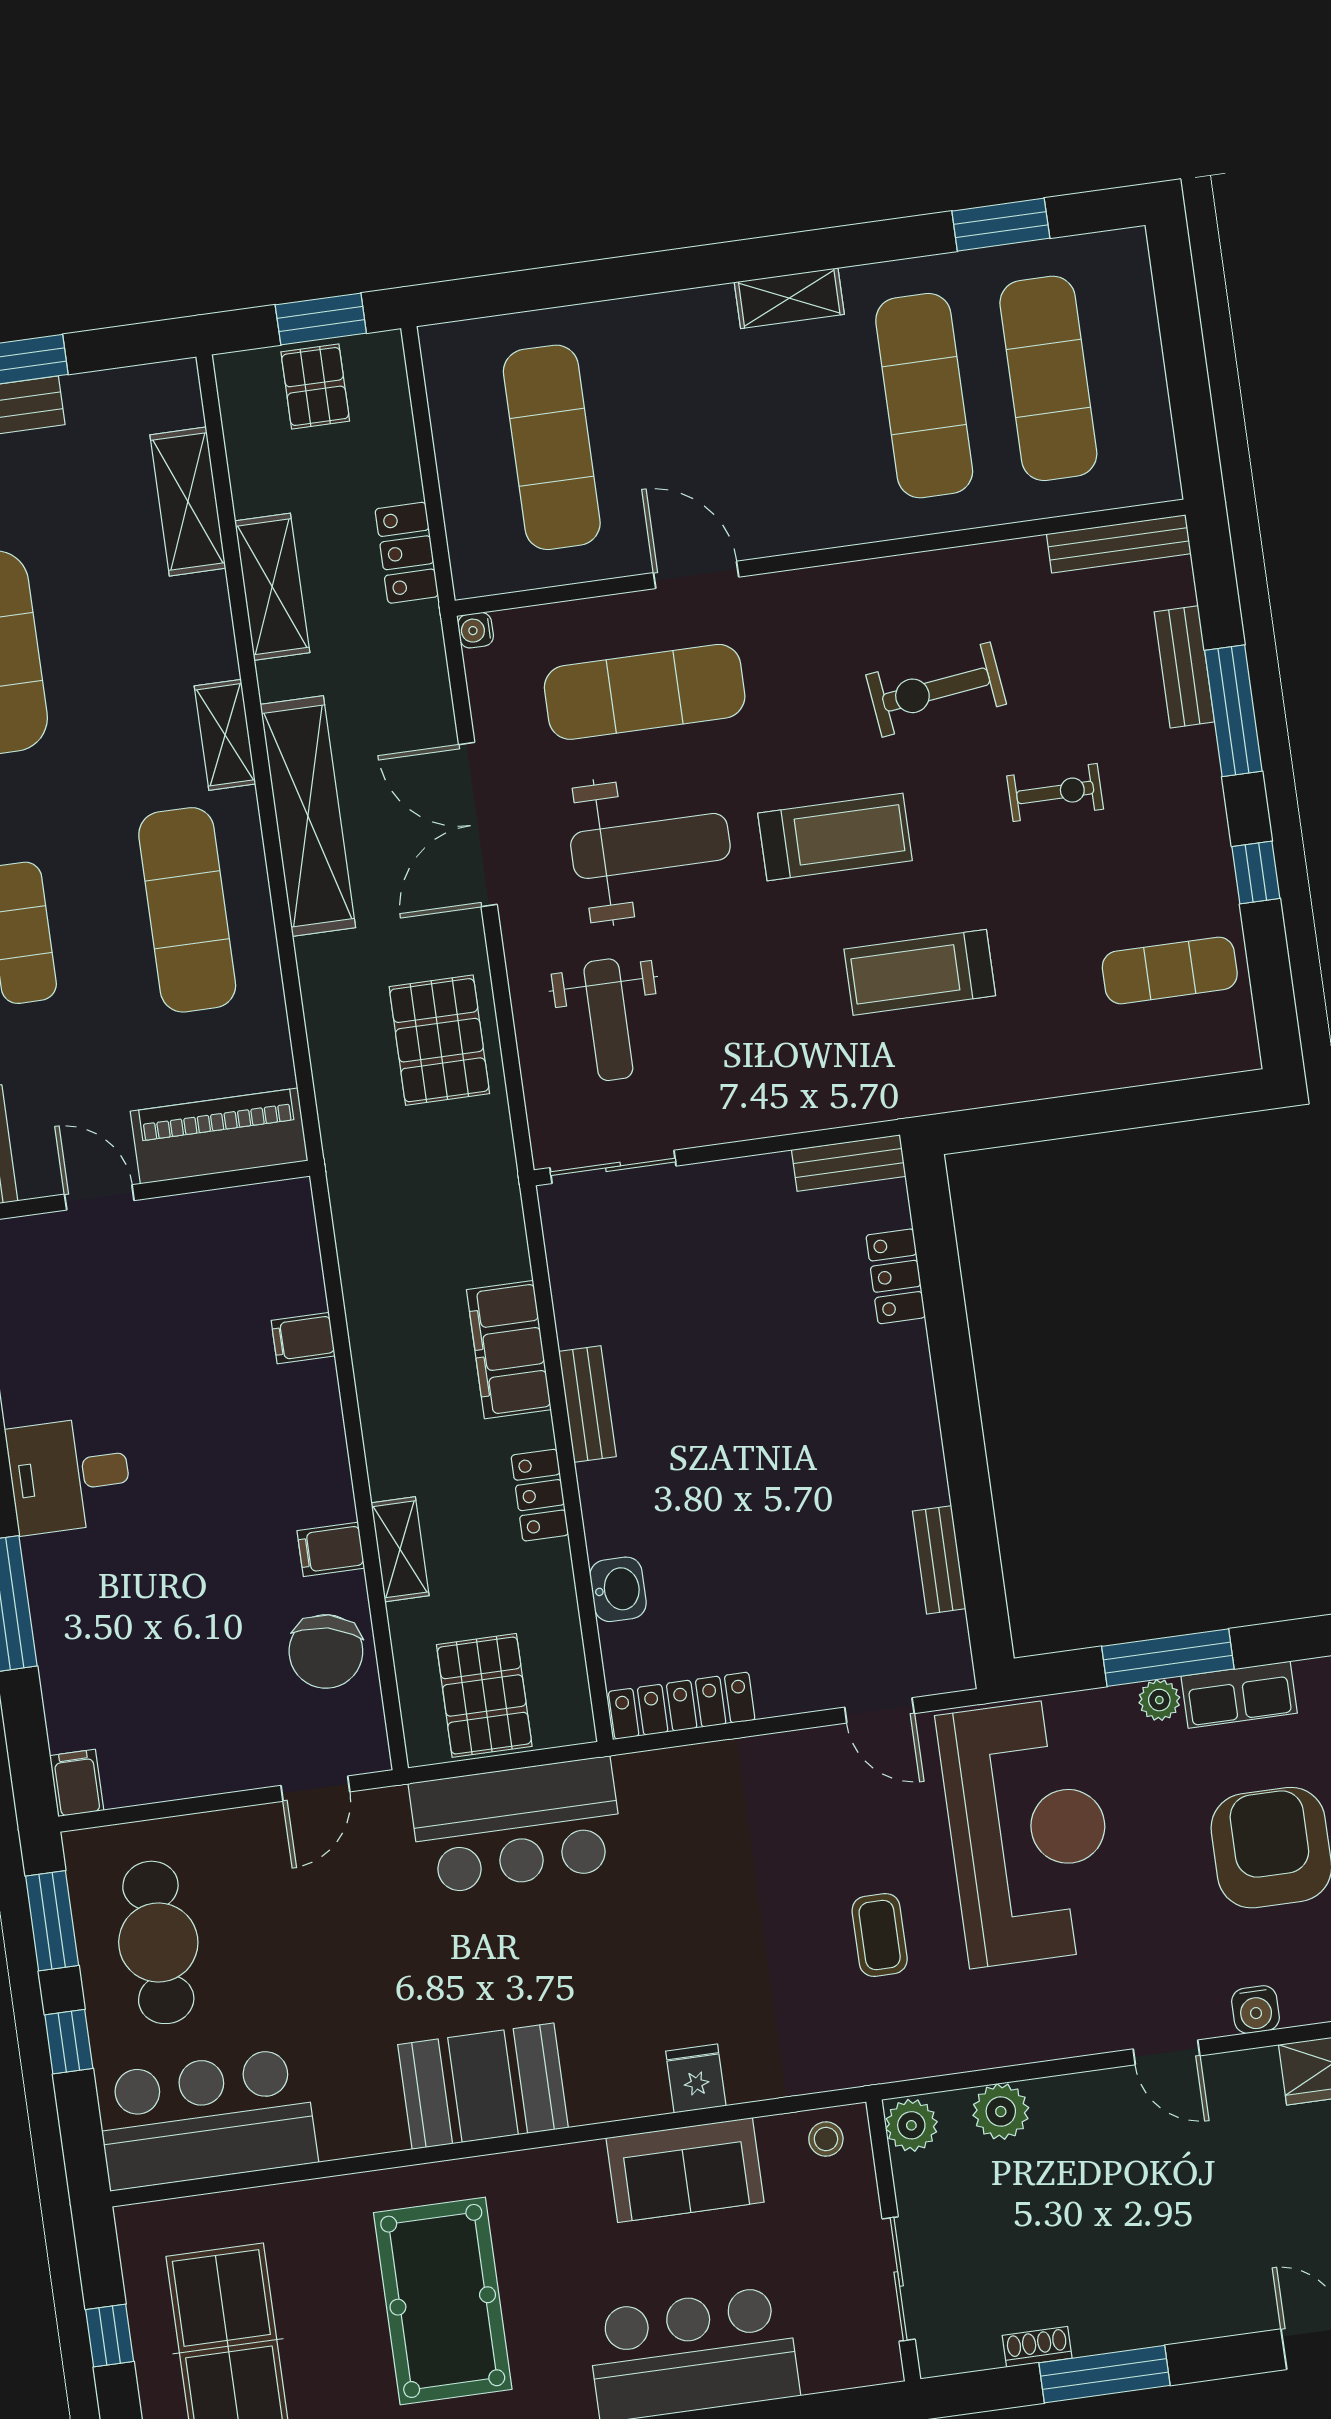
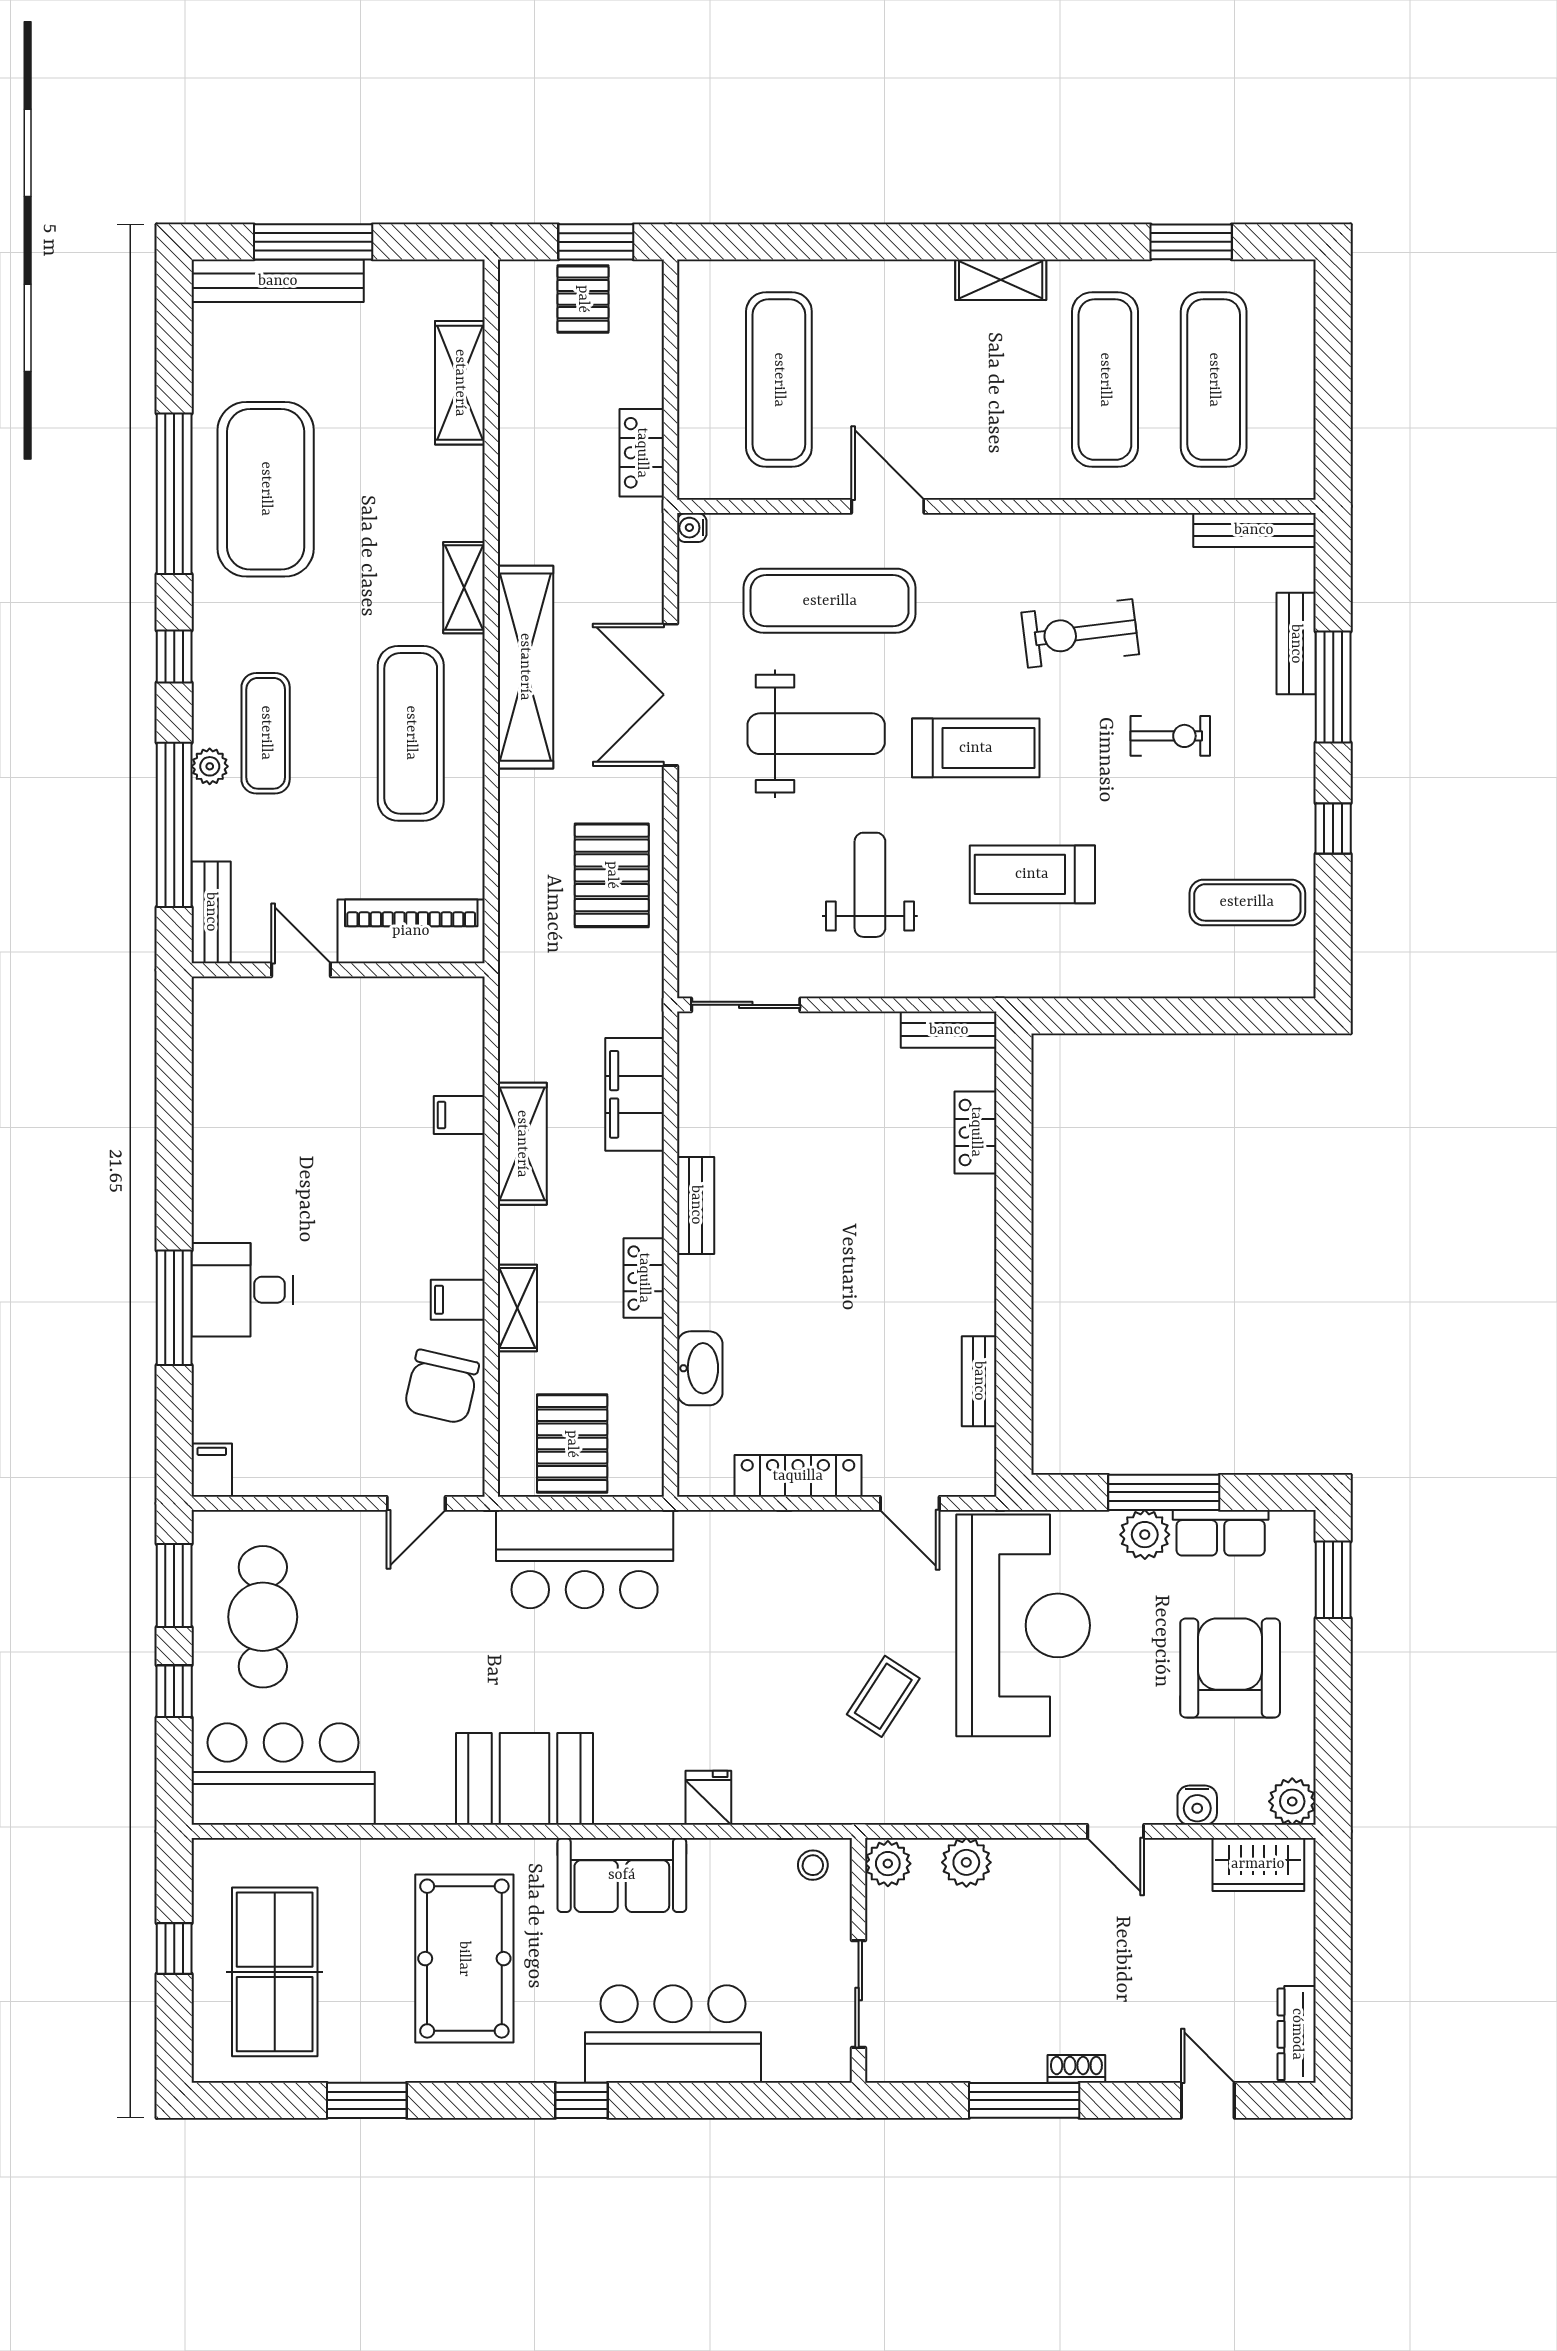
shelving: (272, 587) -> (522, 1144), moved
weight bench: (608, 1020) -> (870, 885), moved, turned 180
filing cabinet: (509, 1350) -> (635, 1094), moved
desk: (69, 1475) -> (242, 1290), moved
washbasin: (618, 1589) -> (700, 1368), width x1.38
plant: (1159, 1700) -> (1145, 1535), width x1.38, depth x1.38
locker: (682, 1706) -> (798, 1476), moved
coffee table: (880, 1935) -> (883, 1696), turned 33
sofa: (685, 2170) -> (622, 1875), moved
shoe rack: (1037, 2347) -> (1076, 2069), moved

